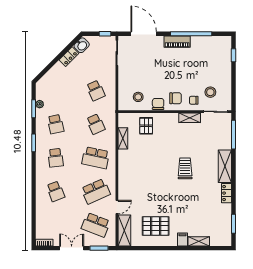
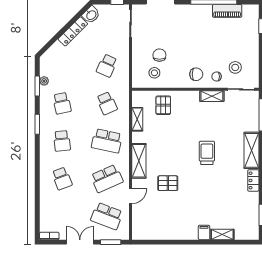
piano: (177, 42) -> (227, 11), moved
locker: (69, 57) -> (73, 31), width x1.53
school desk: (96, 91) -> (107, 66), turned 48
chair: (158, 104) -> (159, 55), moved
pallet: (156, 226) -> (168, 183), moved, width x0.67, depth x0.71
shelving: (124, 230) -> (139, 161), moved

